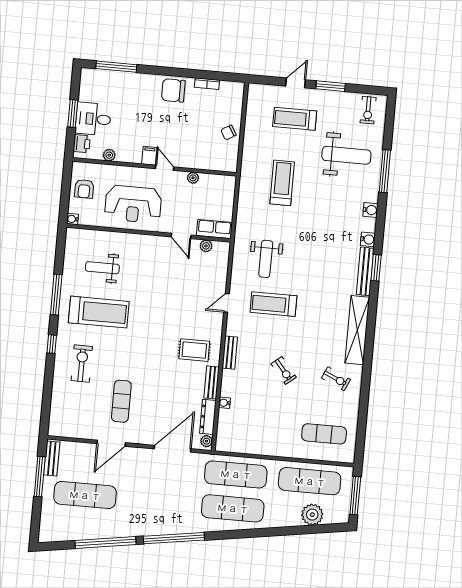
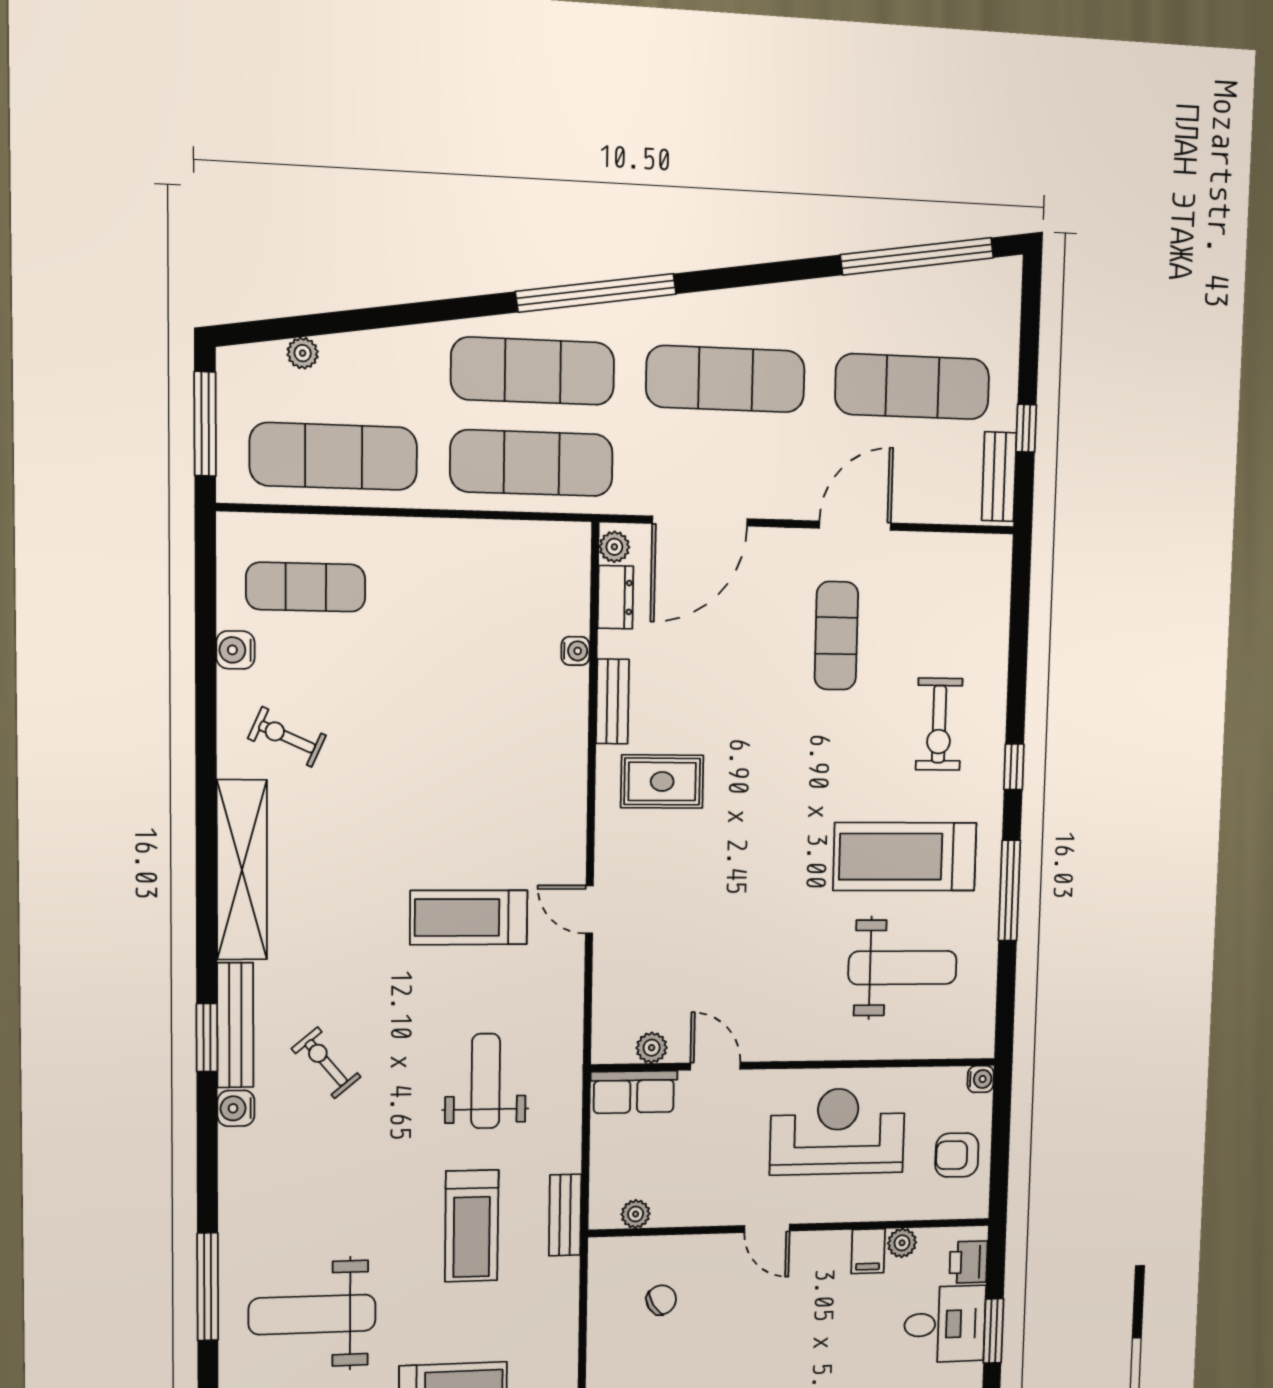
chair: (228, 133) -> (661, 1300), moved
filing cabinet: (149, 156) -> (868, 1251), moved
plant: (193, 178) -> (636, 1214), moved
armchair: (84, 189) -> (957, 1155), turned -90
water cooler: (370, 210) -> (235, 650), moved
weight bench: (266, 259) -> (486, 1081), moved
weight bench: (102, 268) -> (903, 968), width x1.36, depth x1.33
door: (227, 303) -> (589, 909), swing flipped
treadmill: (273, 304) -> (469, 917), turned 180
bench: (230, 353) -> (565, 1215), moved
exercise bike: (284, 371) -> (326, 1063), moved
dresser: (208, 417) -> (616, 597), width x0.70
window: (40, 477) -> (1026, 428), width x0.46
exercise mat: (159, 502) -> (726, 379), added
plant: (312, 515) -> (303, 353), width x0.53, depth x0.53
window: (174, 538) -> (596, 293), moved
window: (106, 543) -> (917, 256), moved

